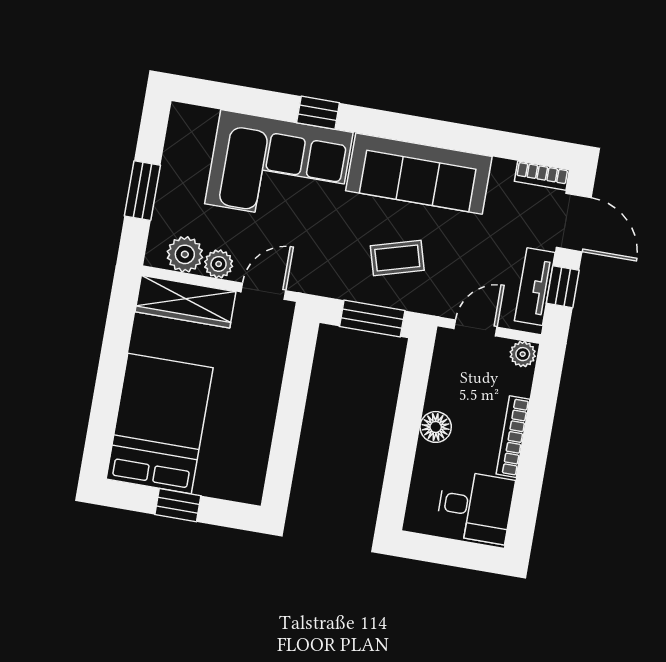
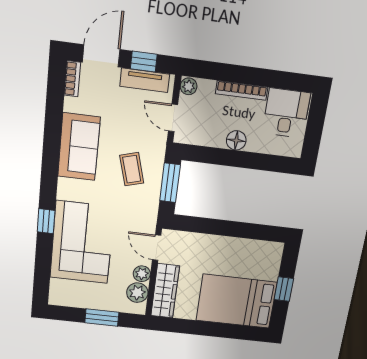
sofa: (419, 174) -> (79, 147), width x0.73

